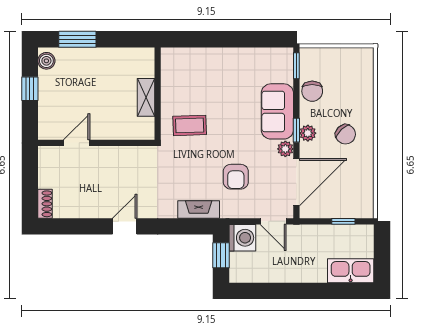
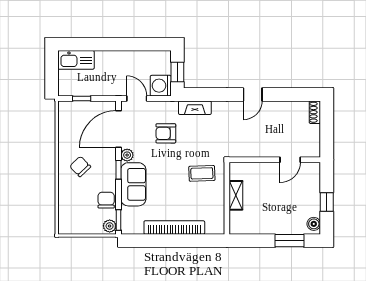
bookcase: (225, 56) -> (174, 228), added
plant: (308, 133) -> (110, 226), moved
armchair: (236, 177) -> (166, 133), turned -90

